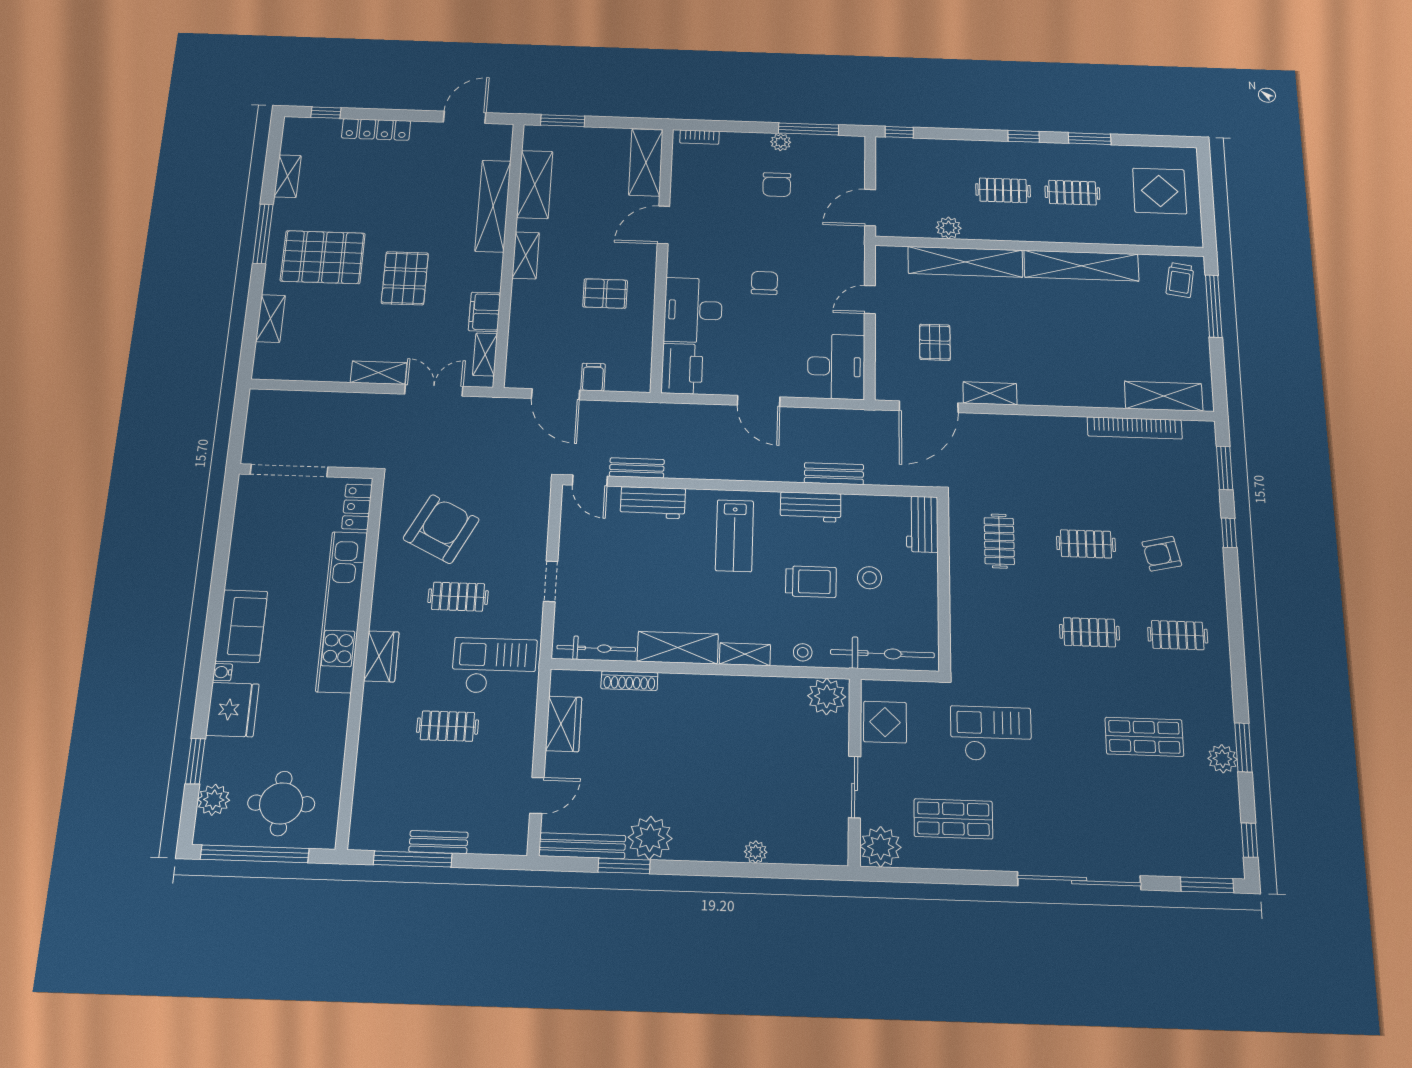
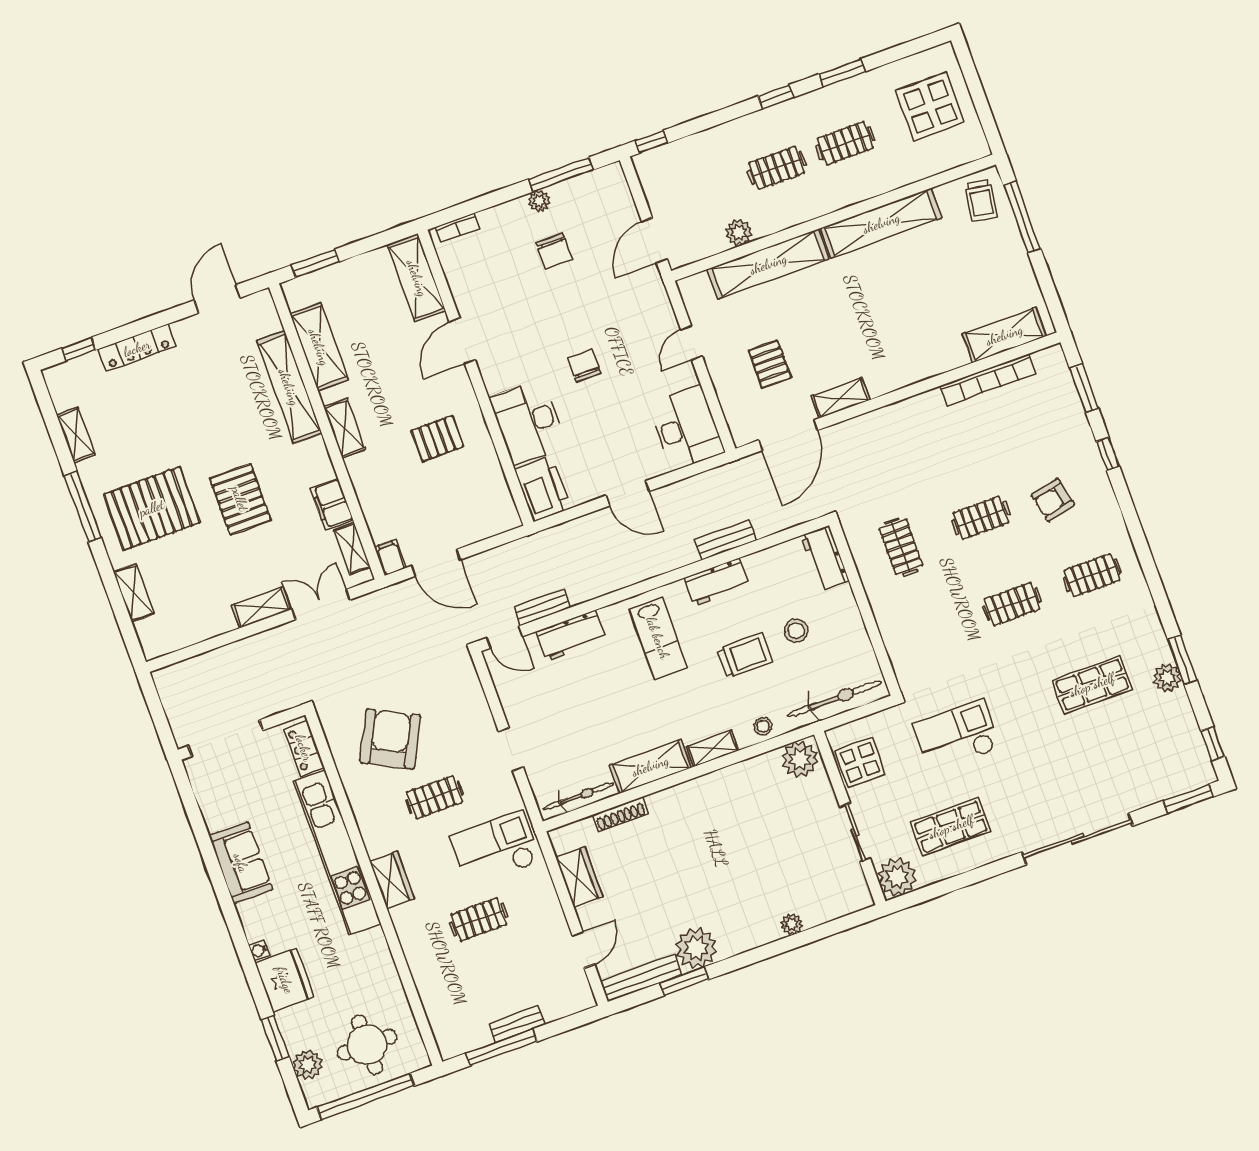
filing cabinet: (593, 377) -> (390, 557), moved
sofa: (241, 626) -> (241, 863), moved

